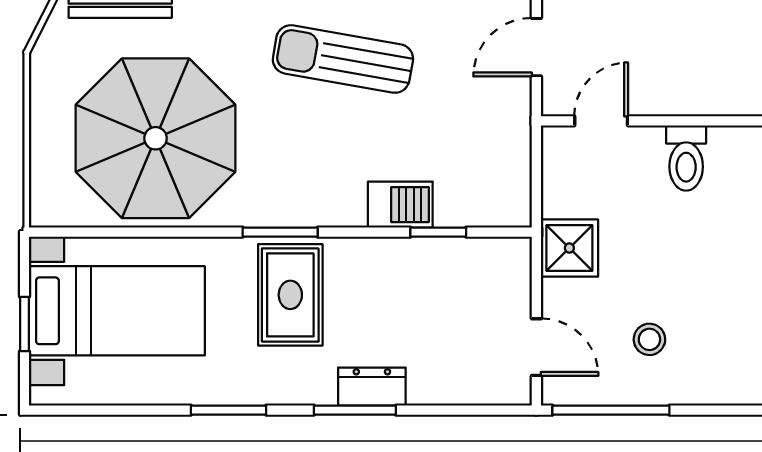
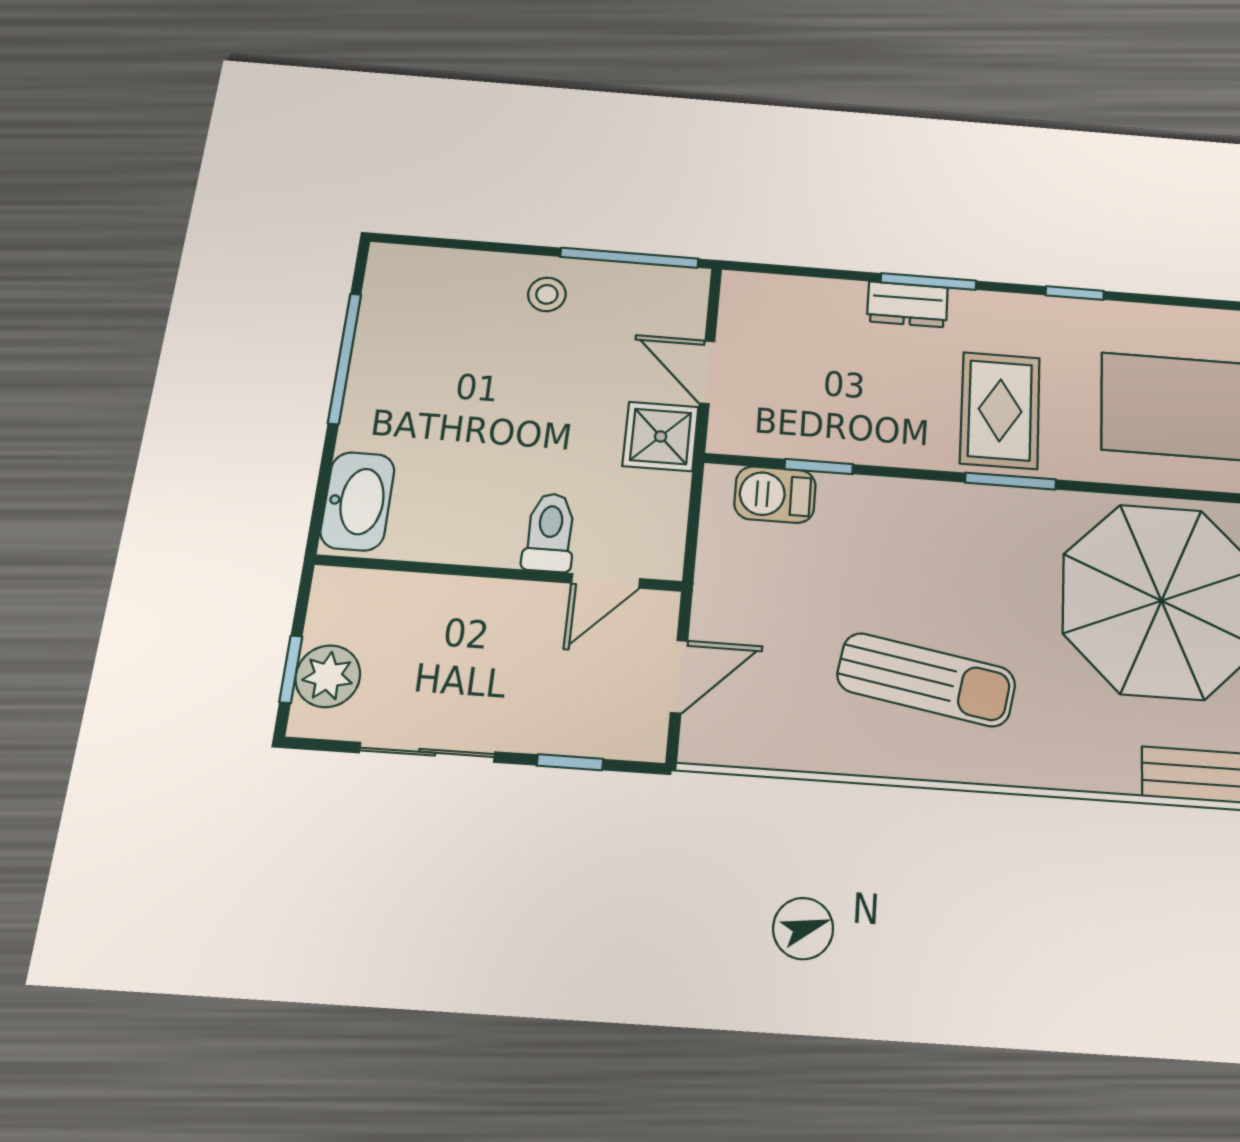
toilet: (686, 158) -> (550, 532), moved
barbecue: (400, 205) -> (775, 495), moved
stool: (649, 339) -> (547, 294), moved
door: (536, 347) -> (707, 372), moved
window: (229, 410) -> (1075, 293), width x0.67

